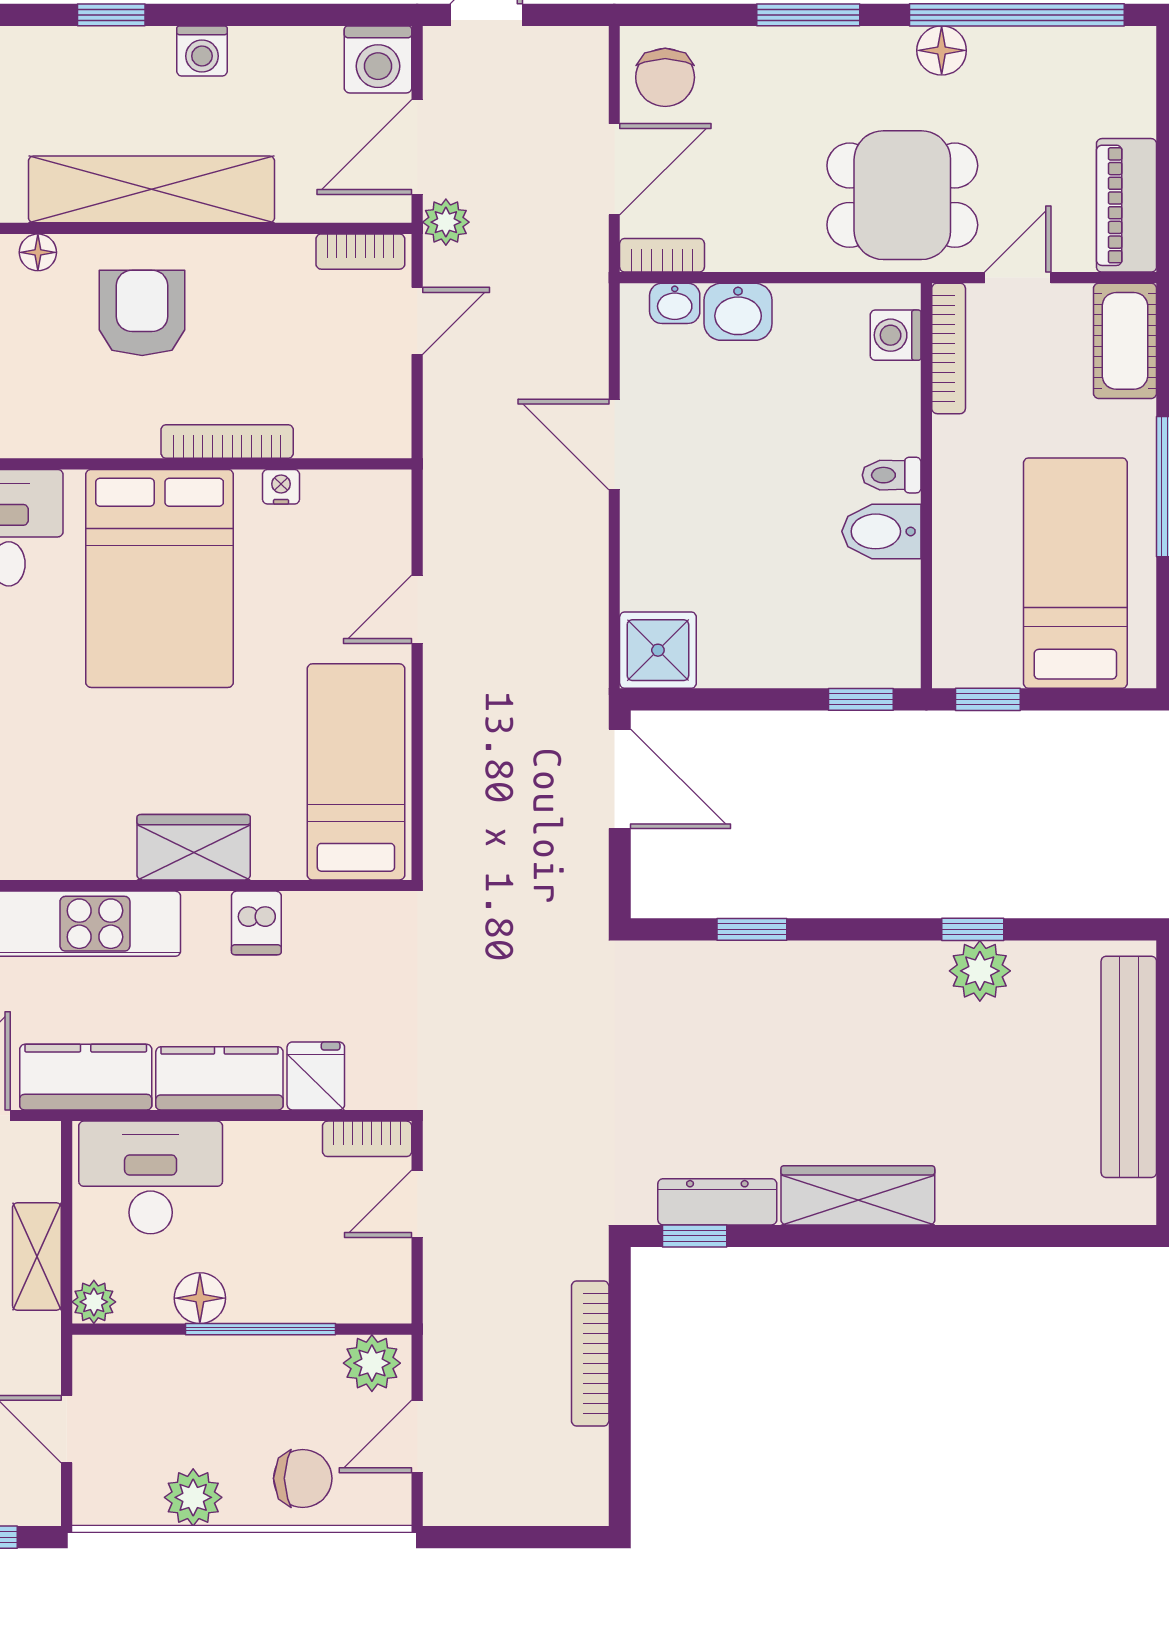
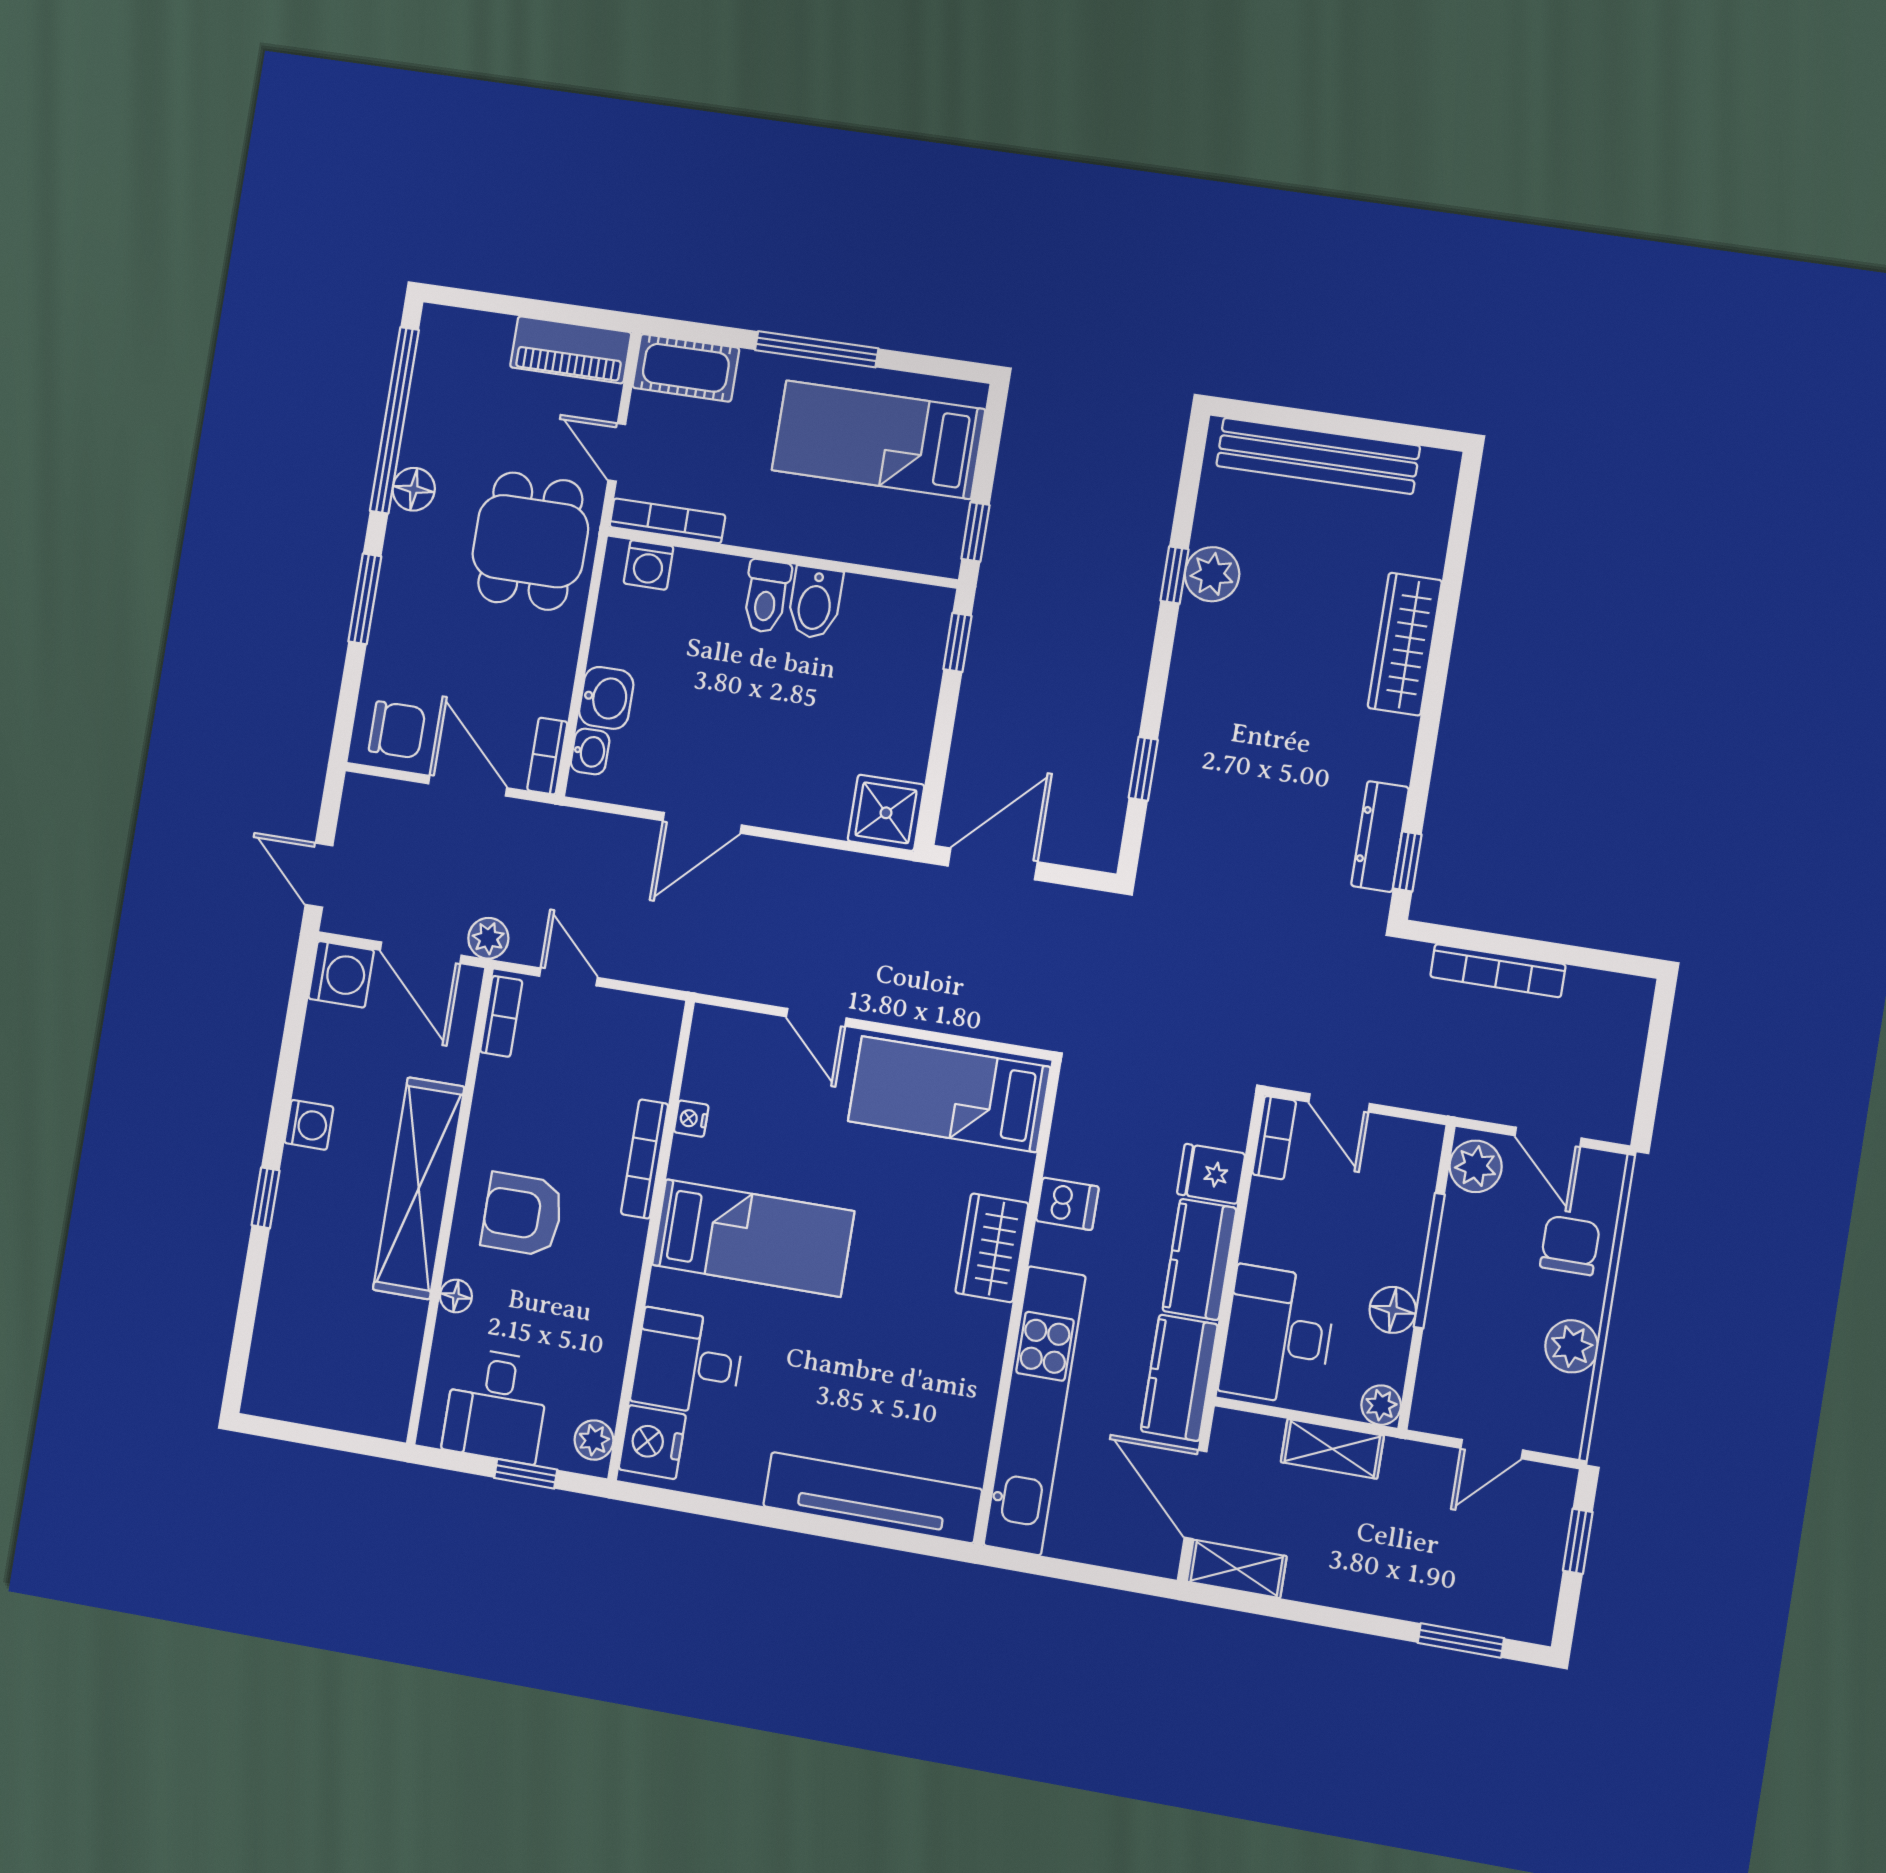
toilet: (892, 475) -> (766, 596), width x1.37, depth x1.39
bed: (160, 578) -> (753, 1238), width x0.67
wardrobe: (858, 1195) -> (1405, 644), moved

